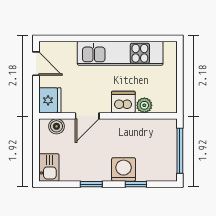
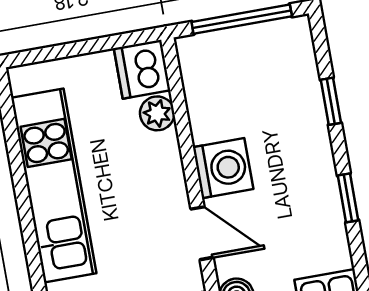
dishwasher: (123, 102) -> (142, 69), moved
washing machine: (124, 169) -> (223, 168), moved, turned 180

